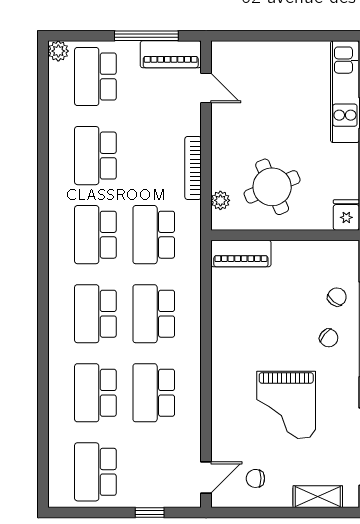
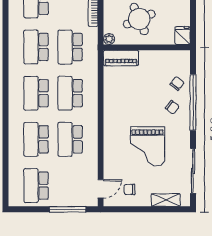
plant: (220, 200) -> (109, 39), moved
window: (150, 513) -> (68, 209), width x2.17

